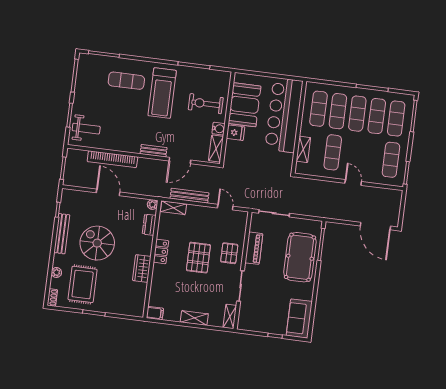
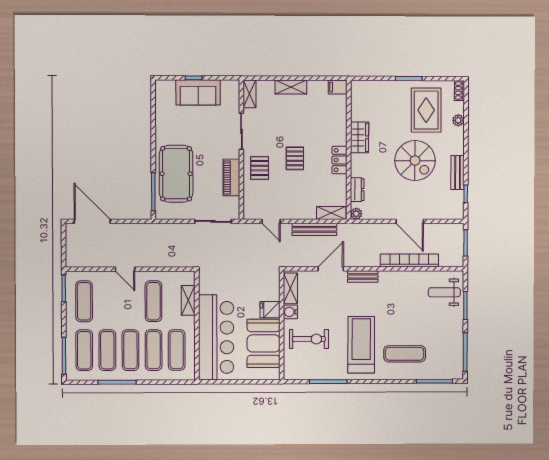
bench: (62, 234) -> (458, 173), width x0.73
pallet: (198, 258) -> (295, 158), width x0.67, depth x0.71
sofa: (299, 319) -> (198, 92), moved, turned 90

